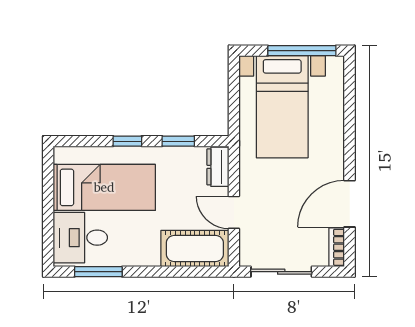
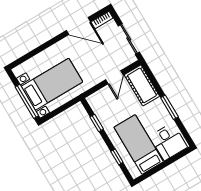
window: (302, 51) -> (27, 101), moved
window: (127, 141) -> (117, 157), moved
dresser: (218, 167) -> (98, 97), removed
window: (98, 272) -> (169, 107), moved

